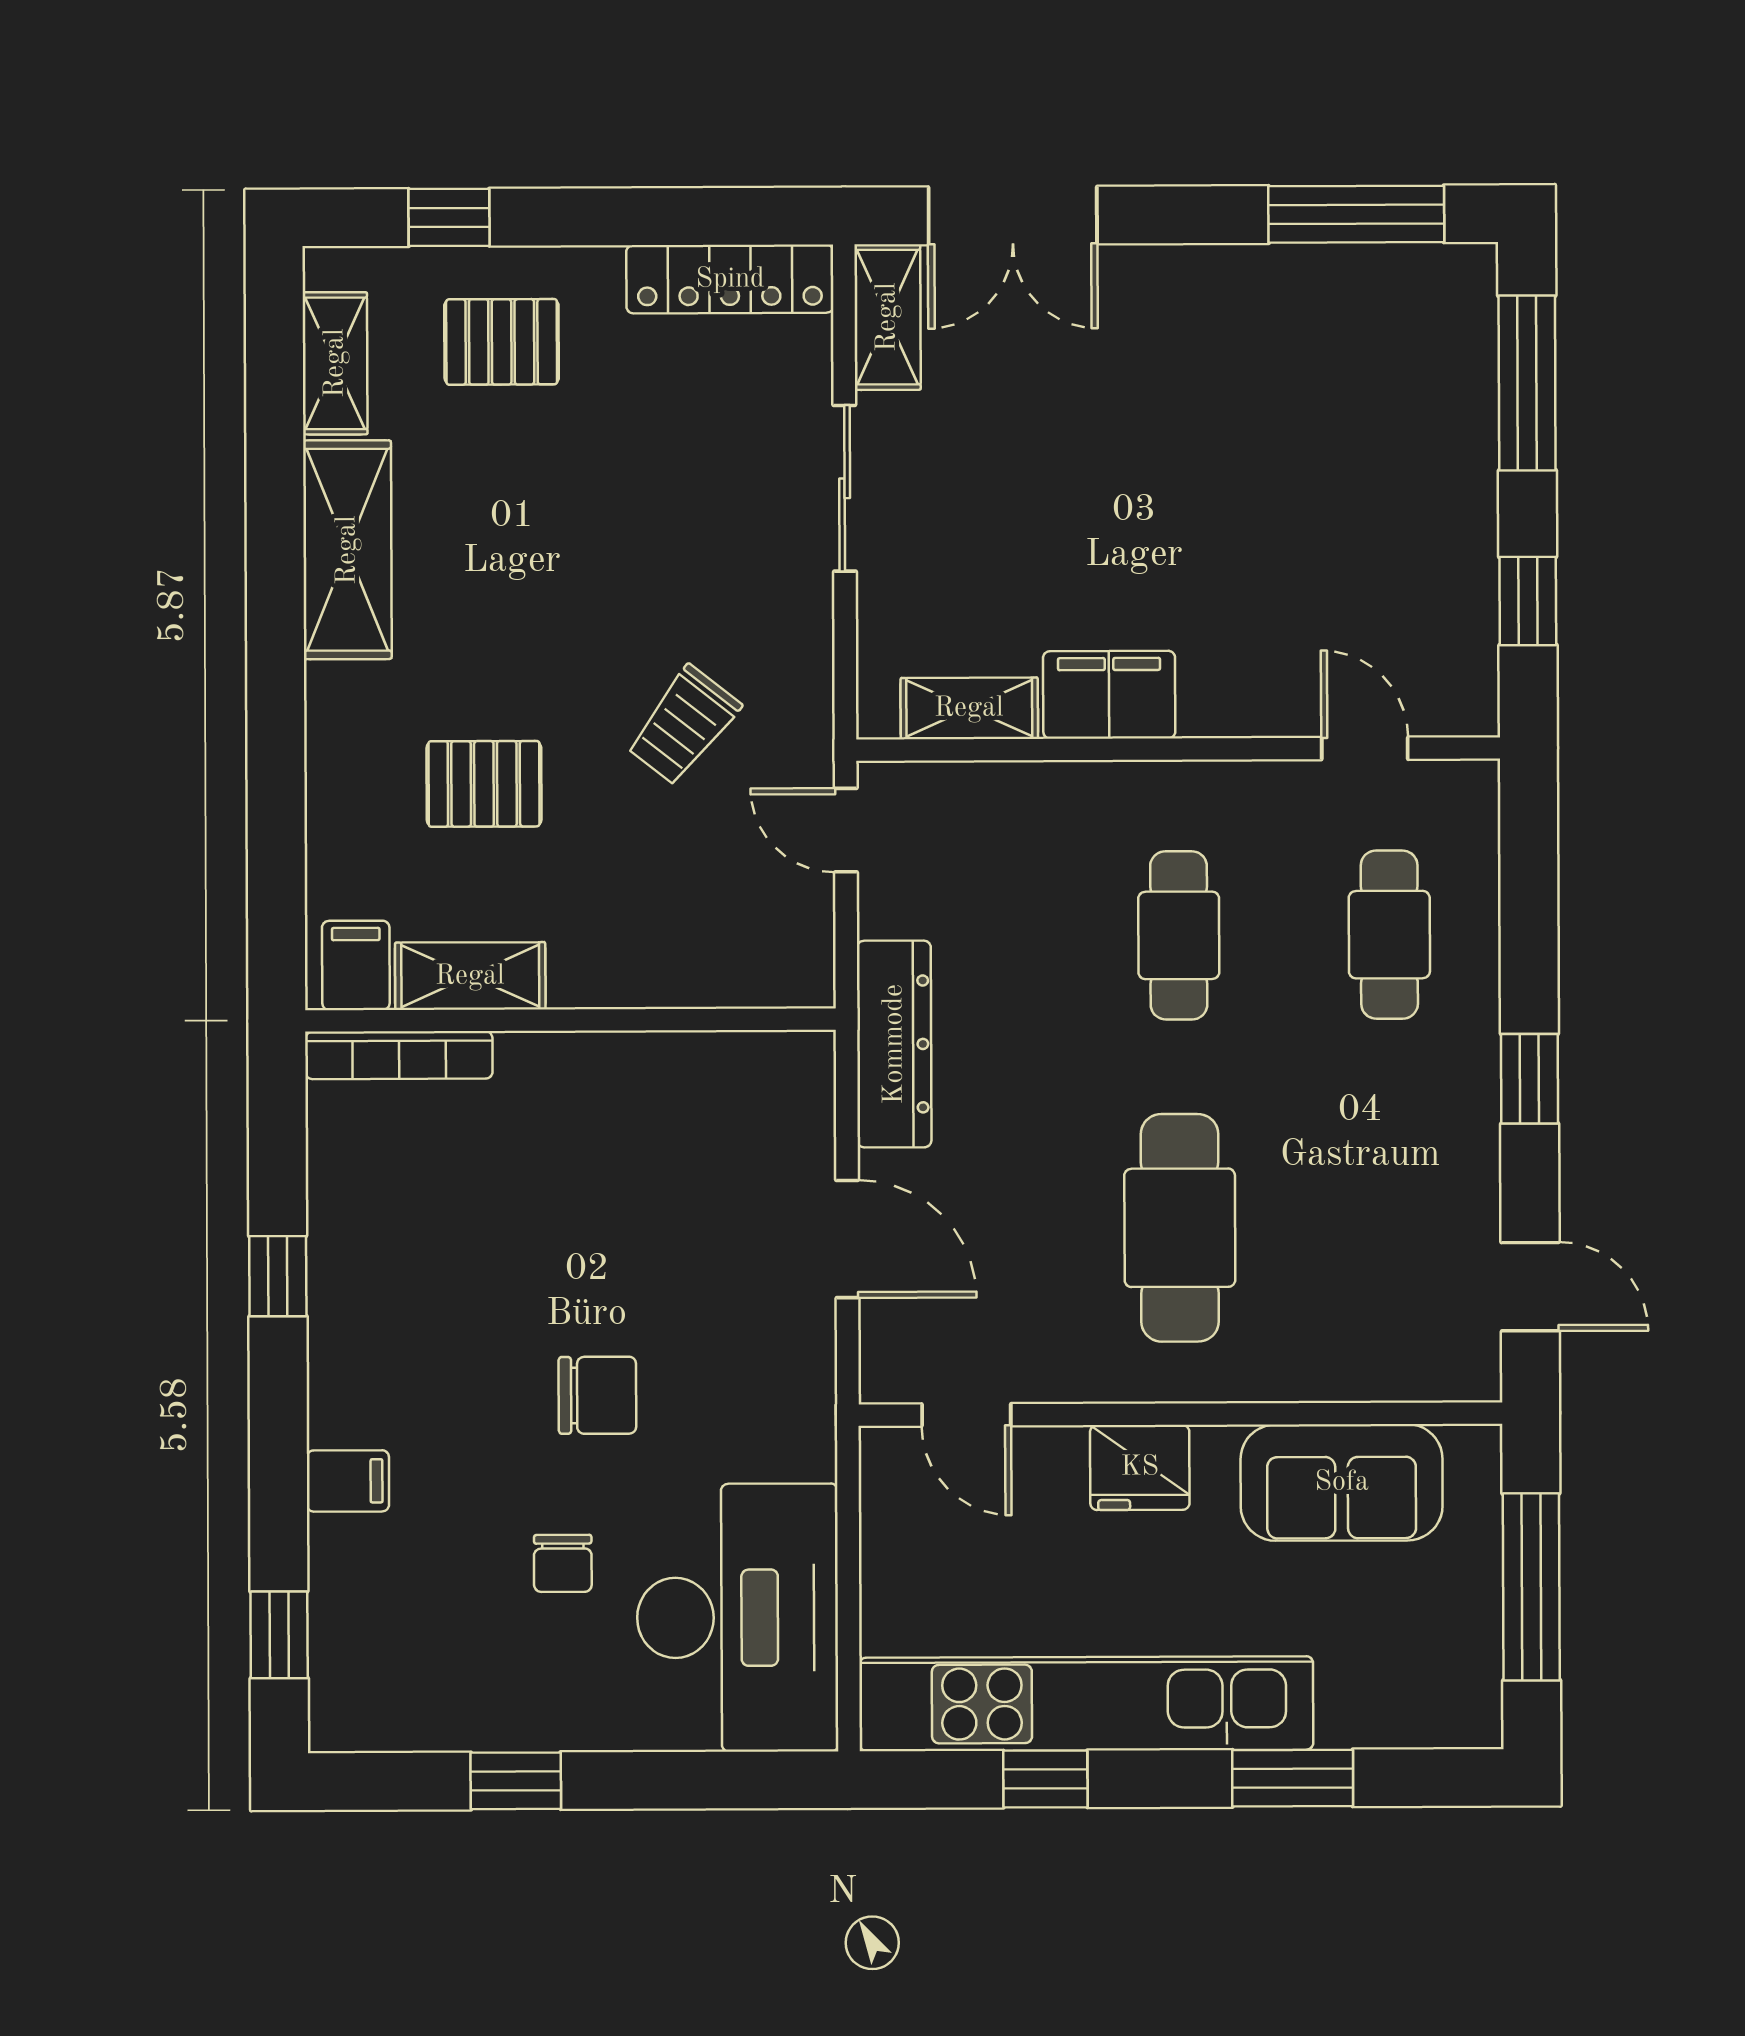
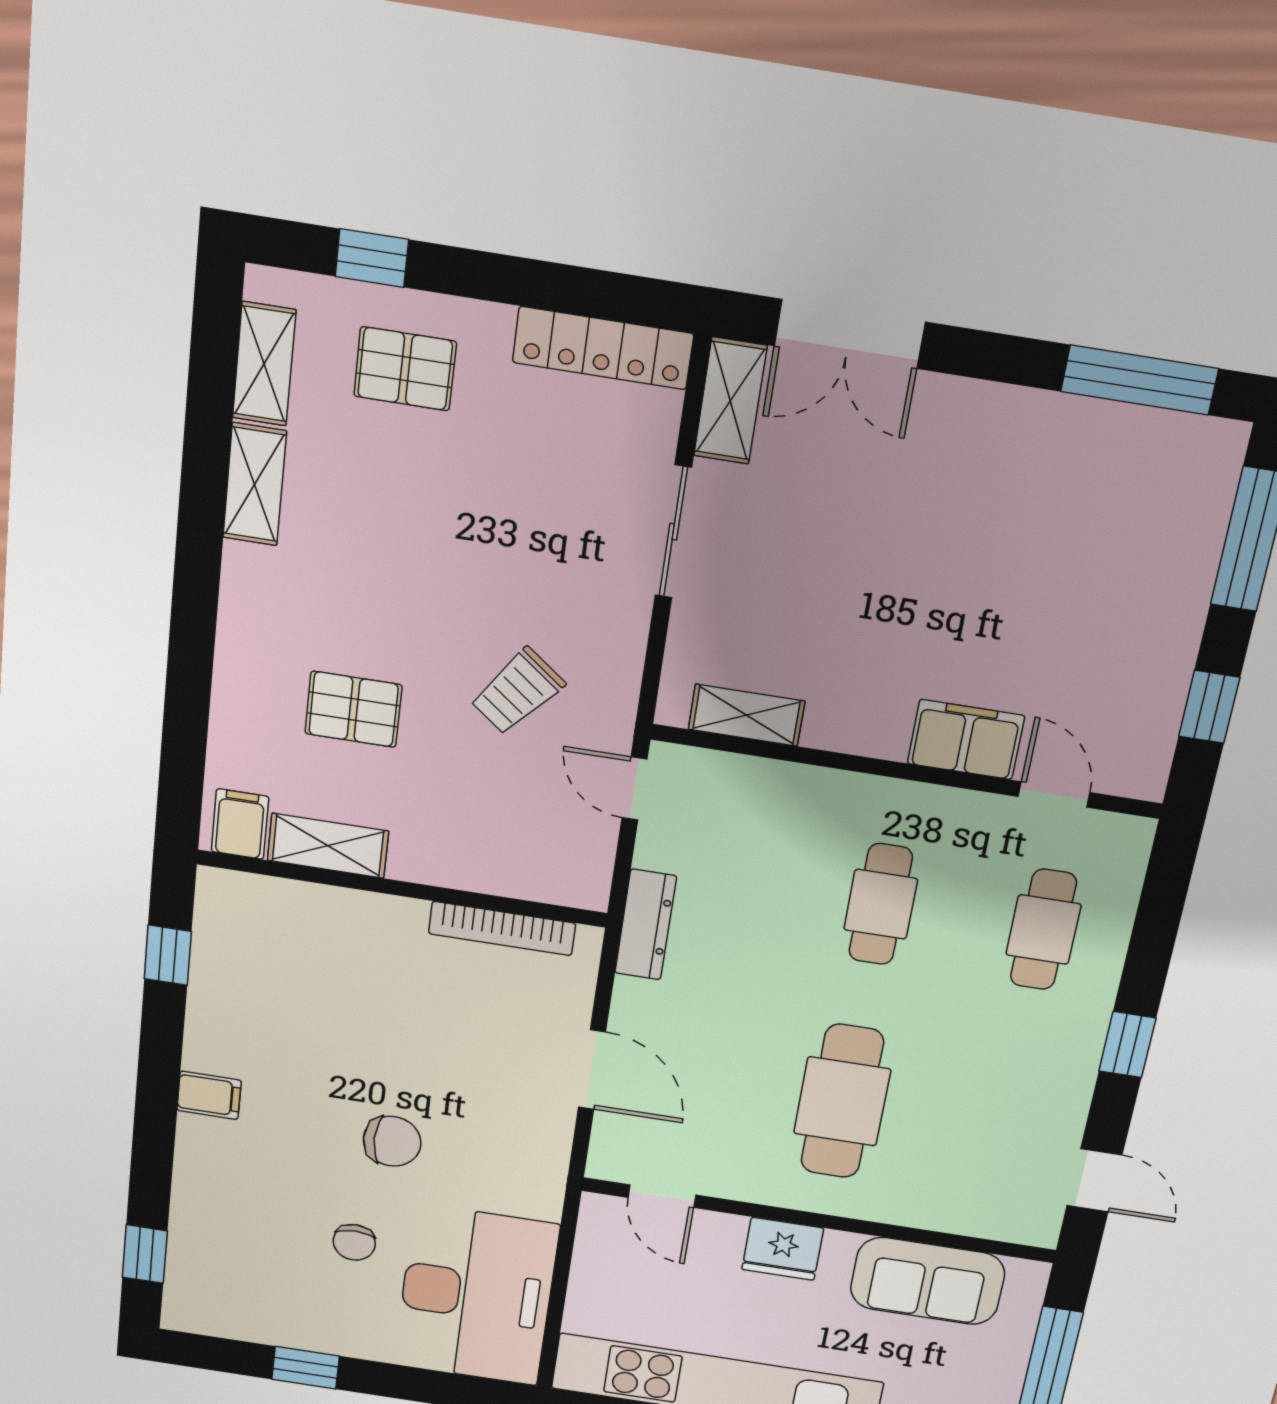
shelving: (347, 550) -> (255, 484), width x0.67, depth x0.75
filing cabinet: (1109, 695) -> (966, 740), moved
dresser: (894, 1044) -> (646, 925), width x0.73, depth x0.80
bookcase: (399, 1055) -> (502, 928), moved
window: (278, 1276) -> (168, 955), moved
filing cabinet: (348, 1481) -> (209, 1095), moved

